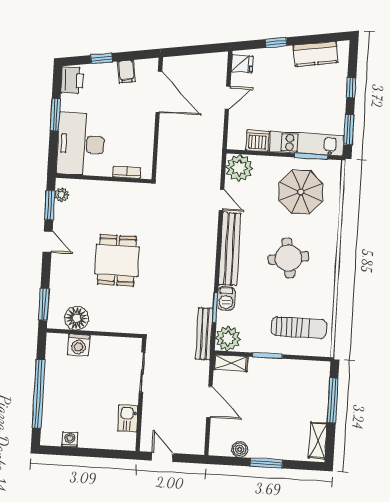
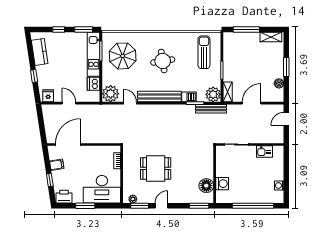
door: (221, 200) -> (130, 103), hinge flipped
dining table: (117, 260) -> (156, 168), moved
door: (162, 457) -> (286, 119), moved

